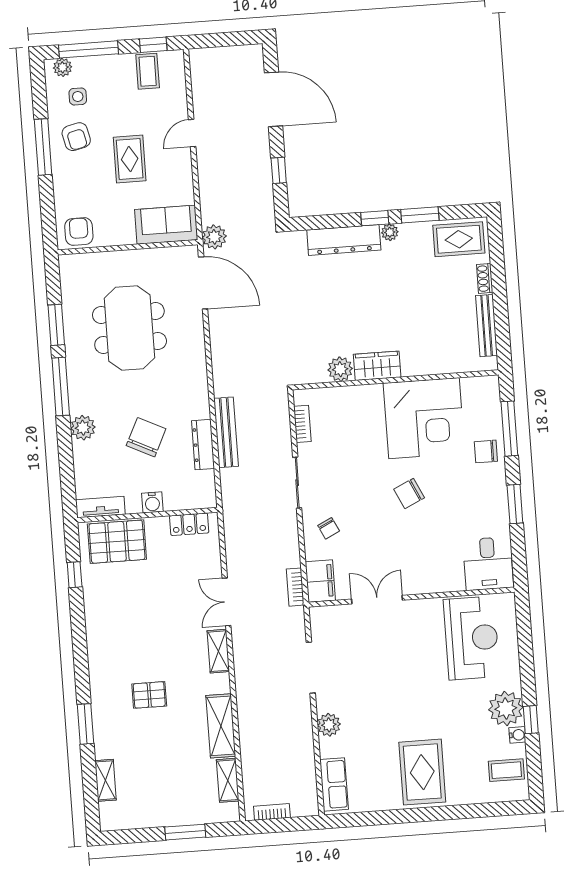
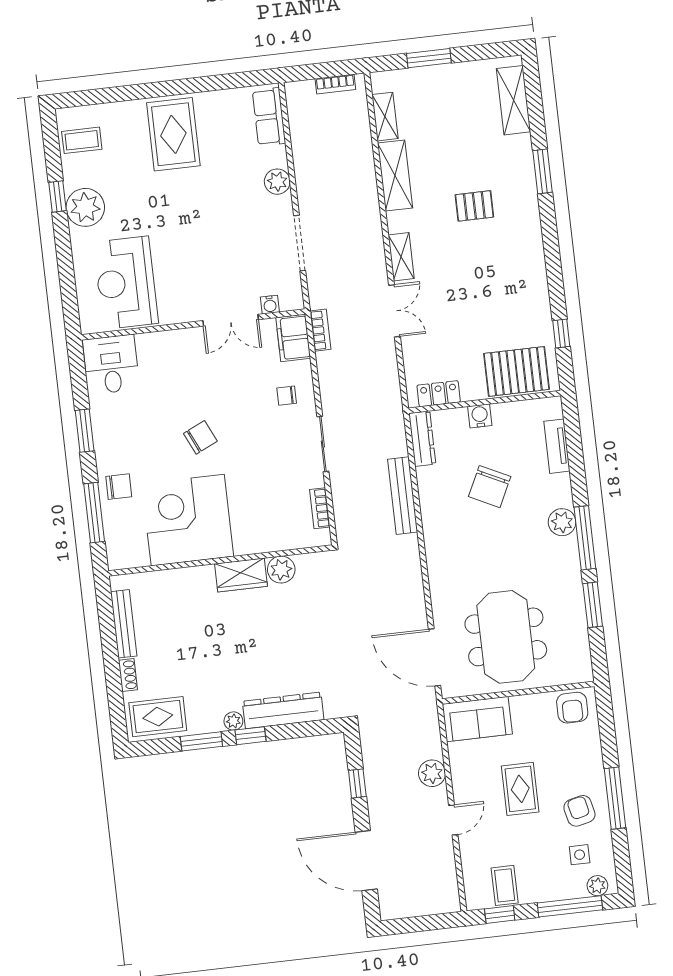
plant: (214, 237) -> (432, 773), moved
meeting table: (129, 328) -> (506, 637), moved
plant: (83, 428) -> (562, 522), moved
dresser: (203, 445) -> (422, 439), moved
tv unit: (100, 507) -> (557, 446), moved, turned 90
chair: (329, 528) -> (287, 396), turned -64
water cooler: (517, 735) -> (270, 305), moved, turned -90
shelving: (105, 780) -> (513, 100), width x1.50, depth x1.33

